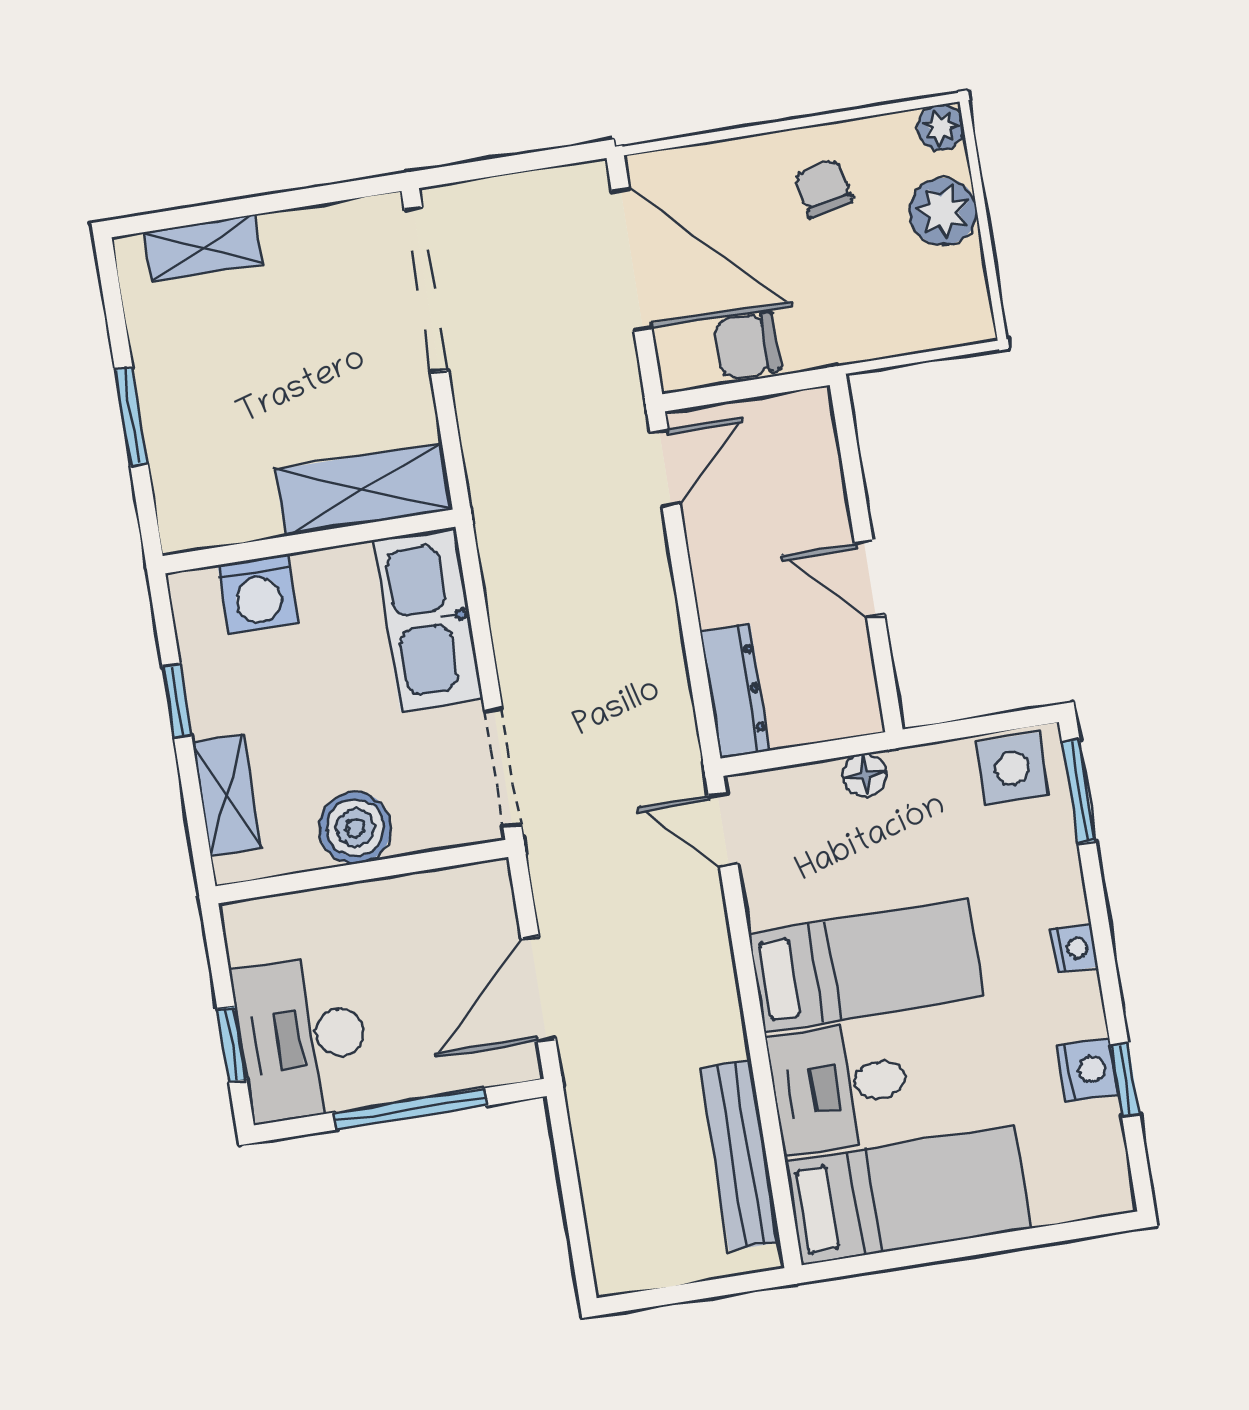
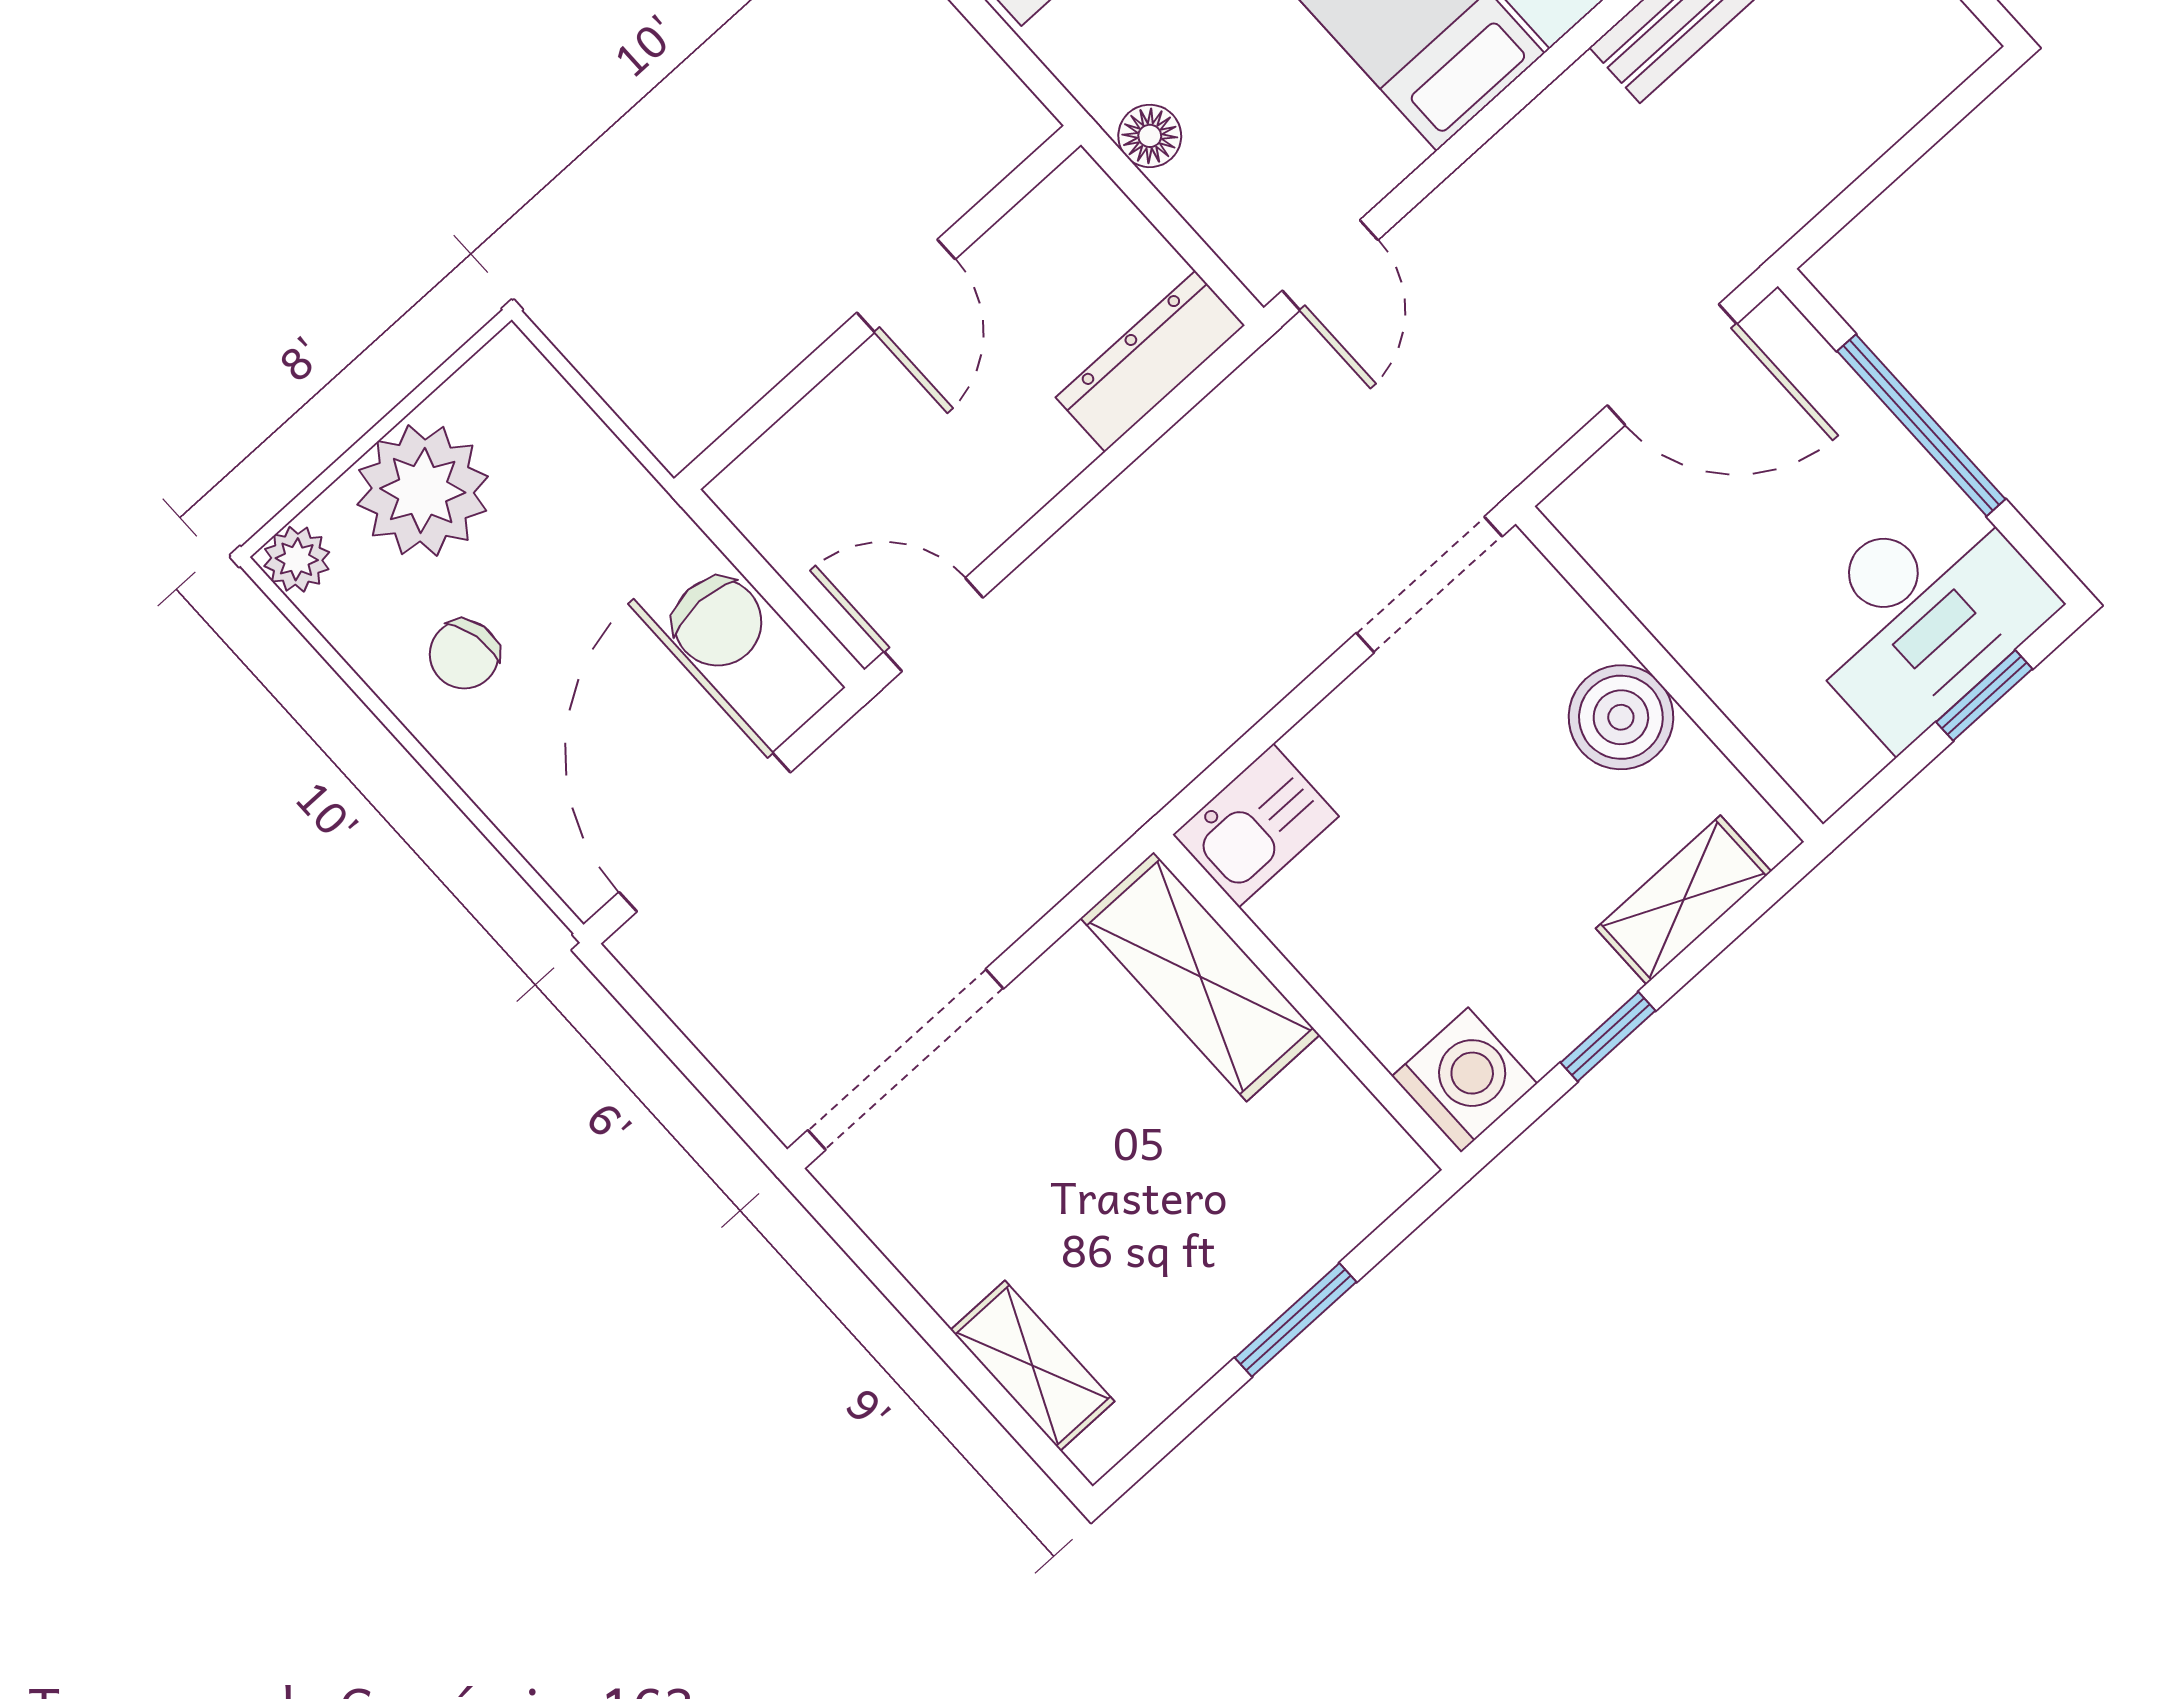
plant: (943, 211) -> (423, 490), width x1.36, depth x1.36
washing machine: (258, 594) -> (1465, 1080), moved
kitchen sink: (428, 619) -> (1256, 825), width x0.53, depth x0.81

